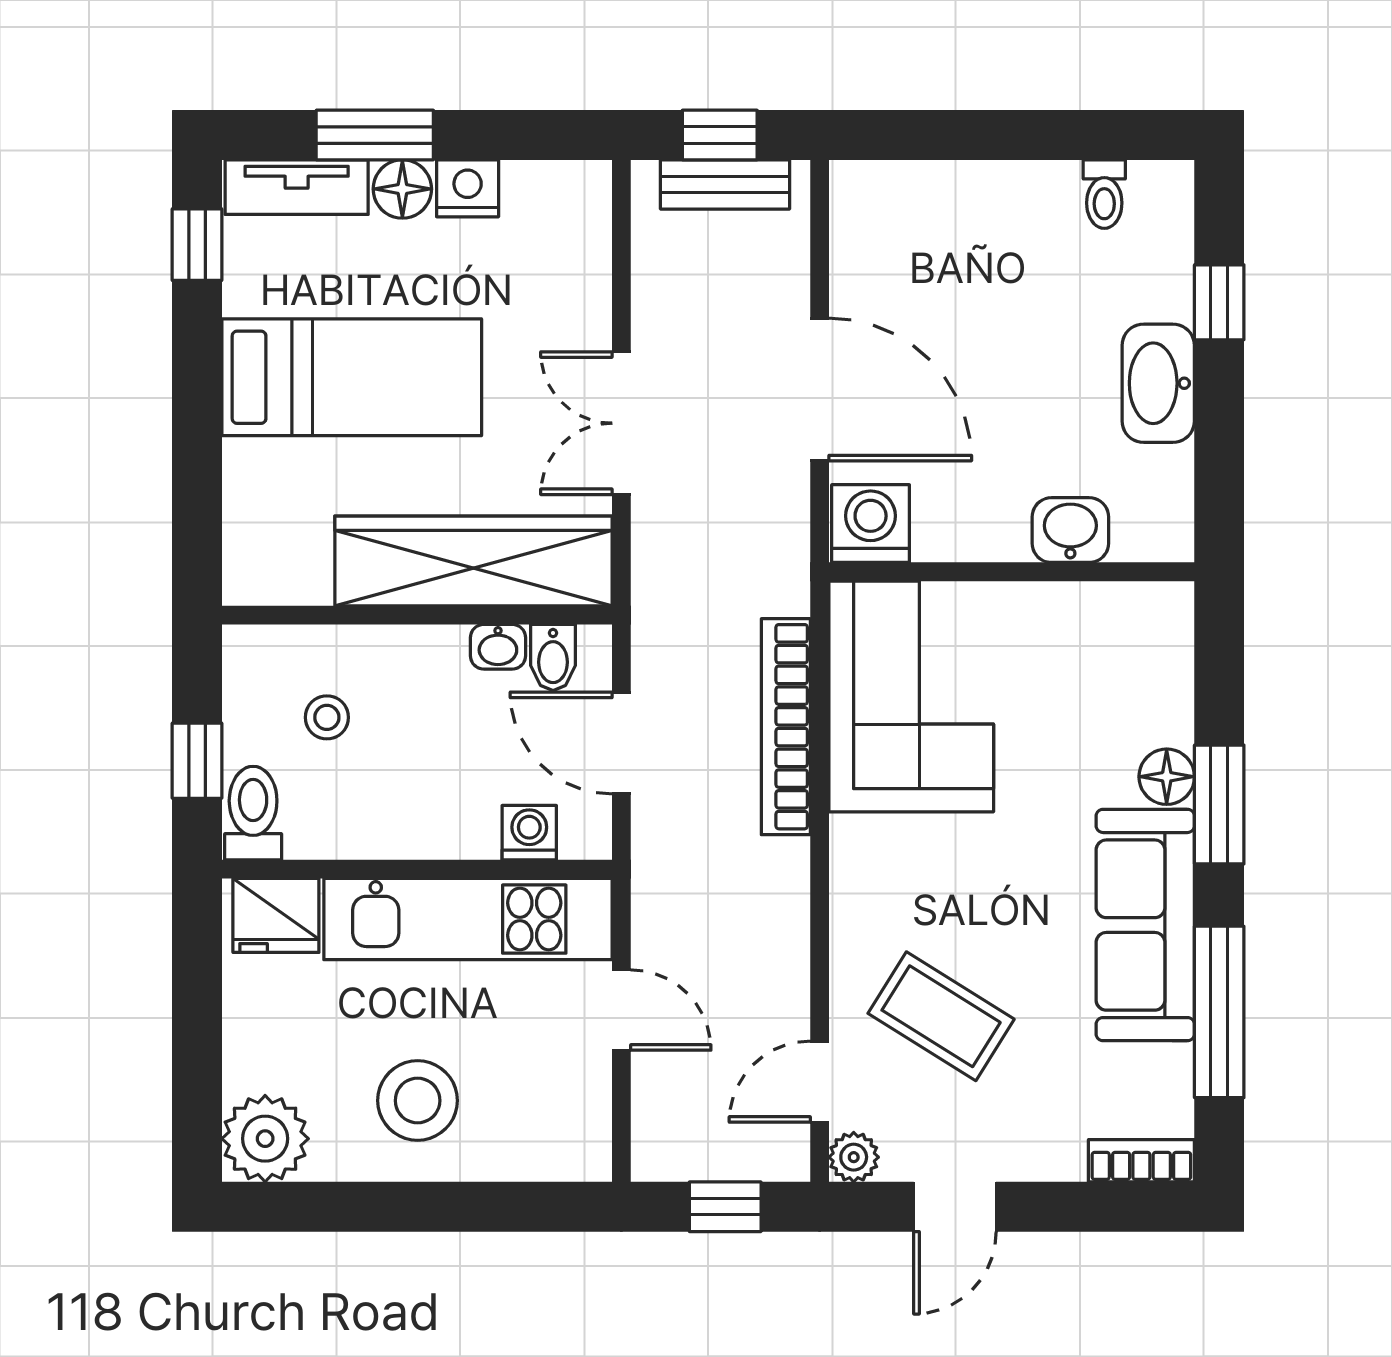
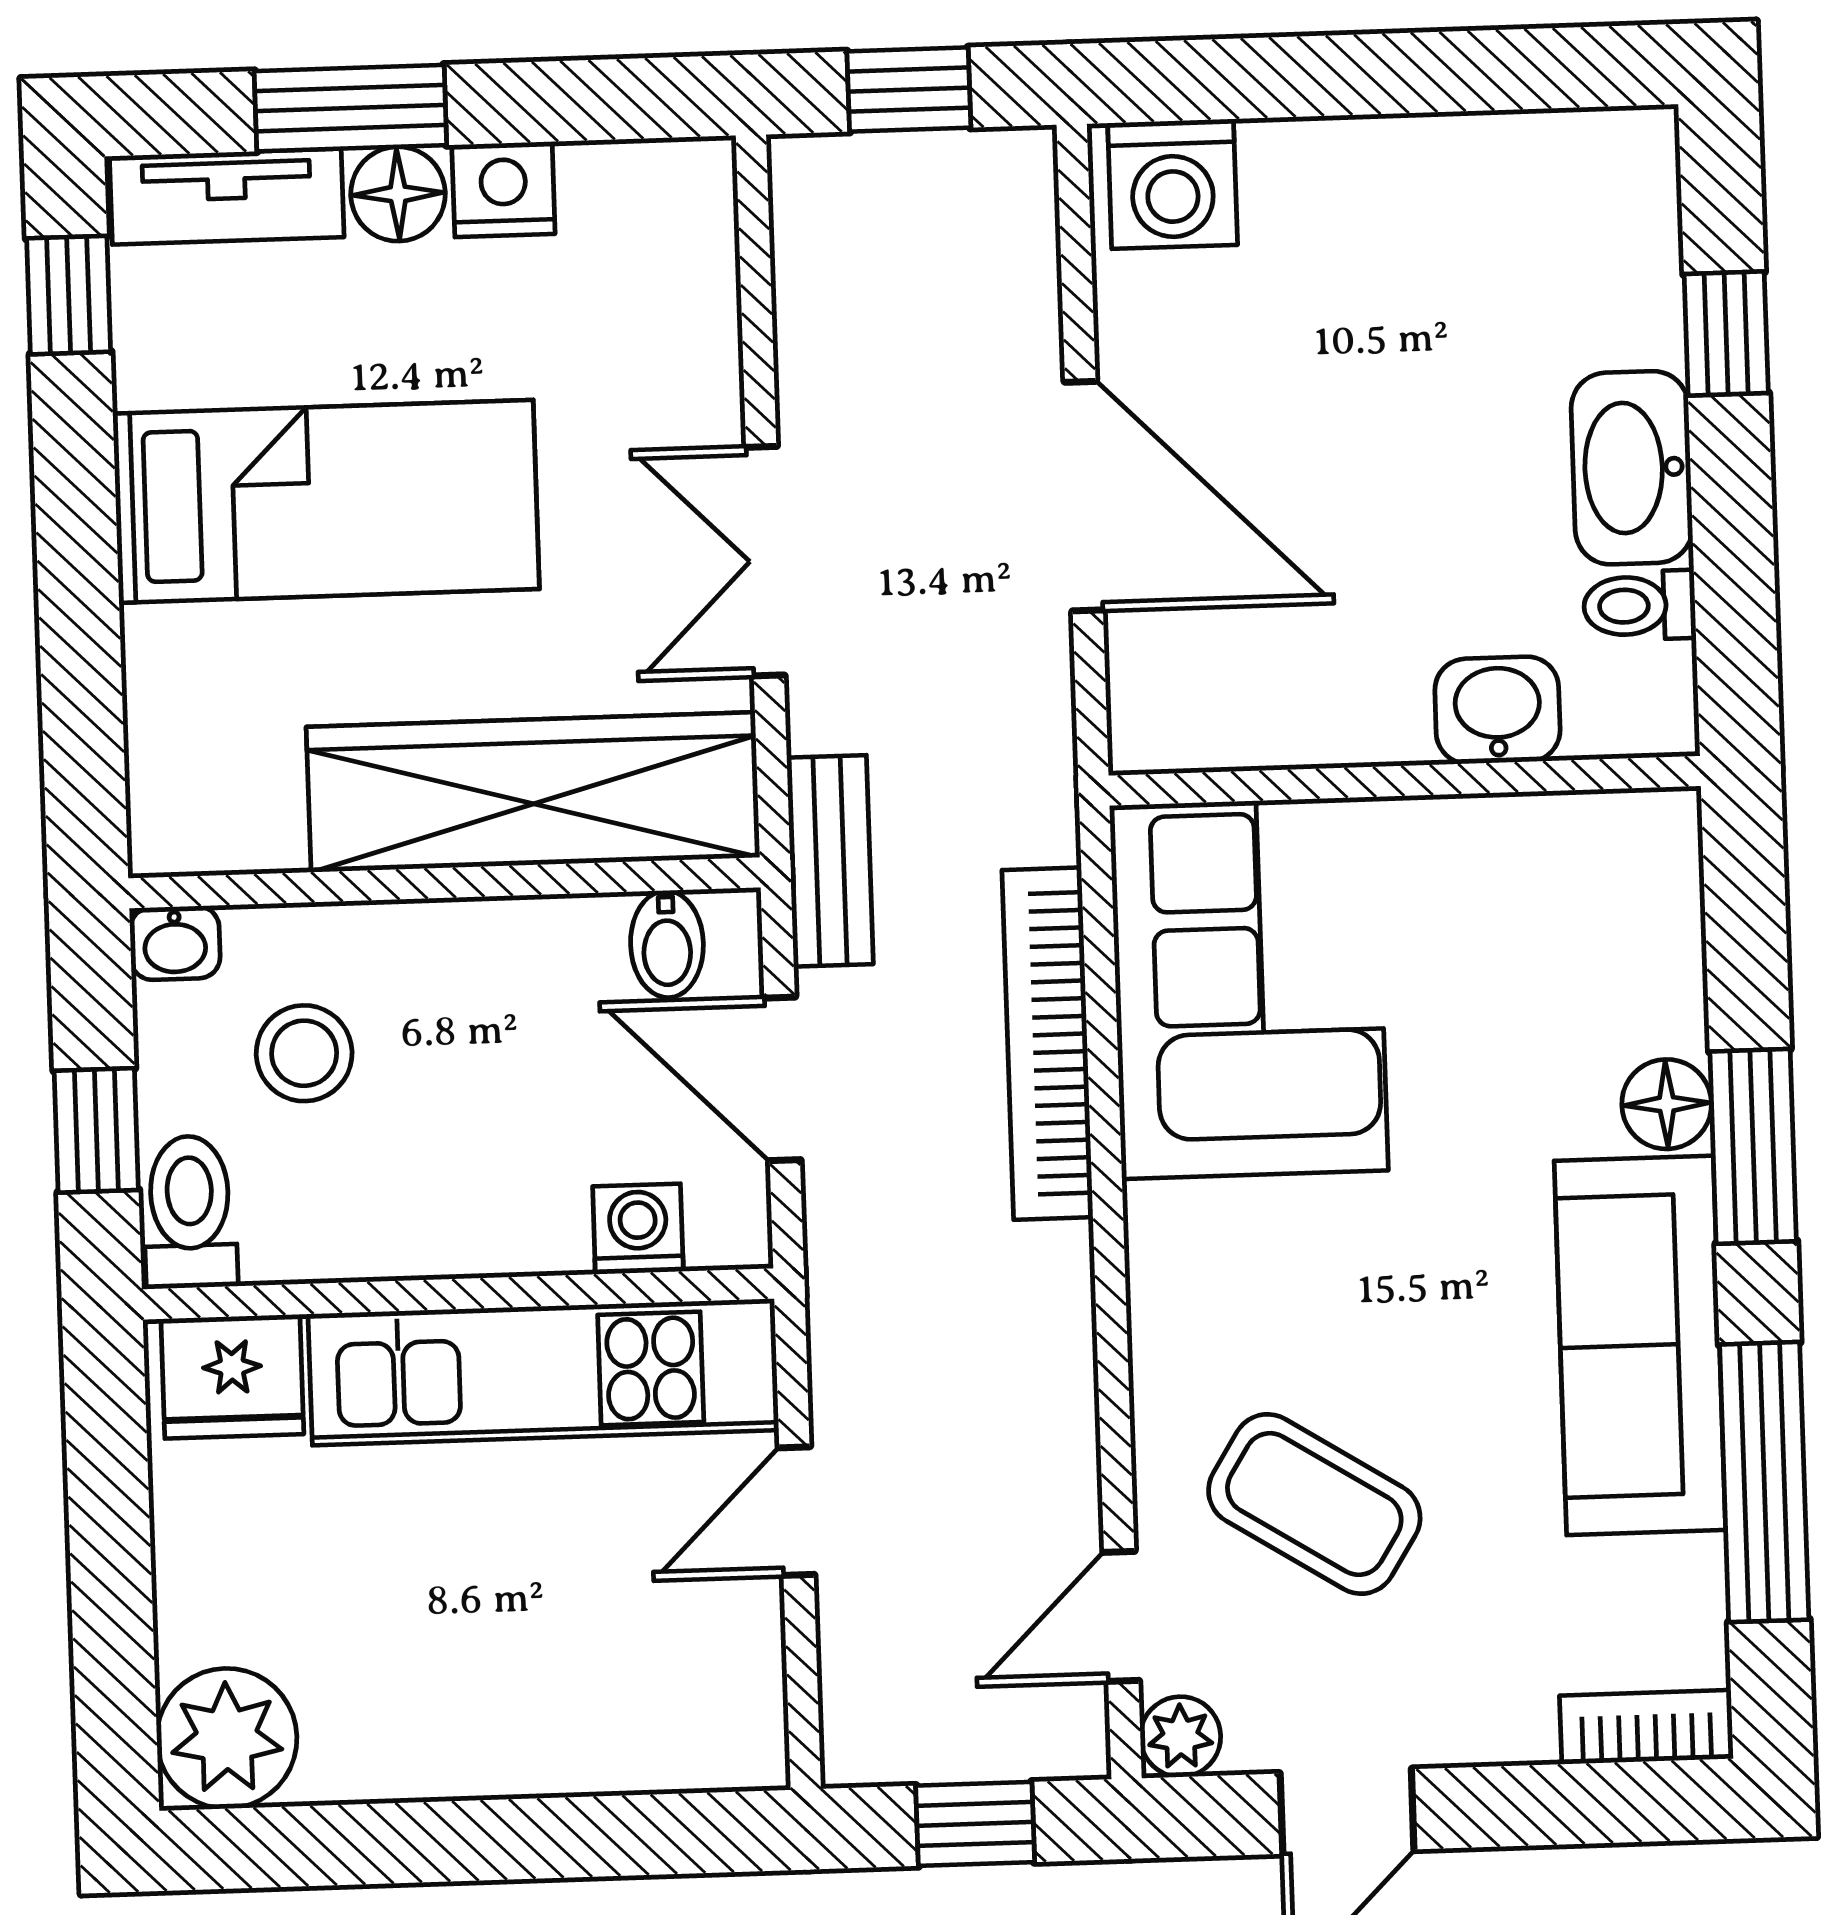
bench: (725, 184) -> (830, 861), moved, turned 90
toilet: (1104, 194) -> (1639, 606), moved, turned 90
washing machine: (871, 524) -> (1173, 184), moved, turned 180
washbasin: (498, 647) -> (175, 943), moved
stool: (327, 717) -> (304, 1053), width x1.37, depth x1.37
door: (621, 1010) -> (797, 1511), swing flipped
stool: (418, 1101) -> (472, 1668), removed

